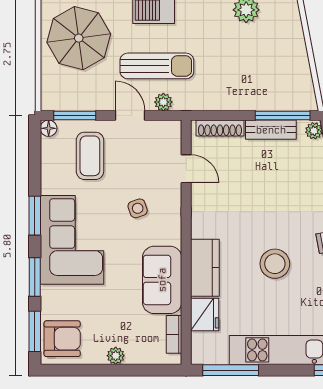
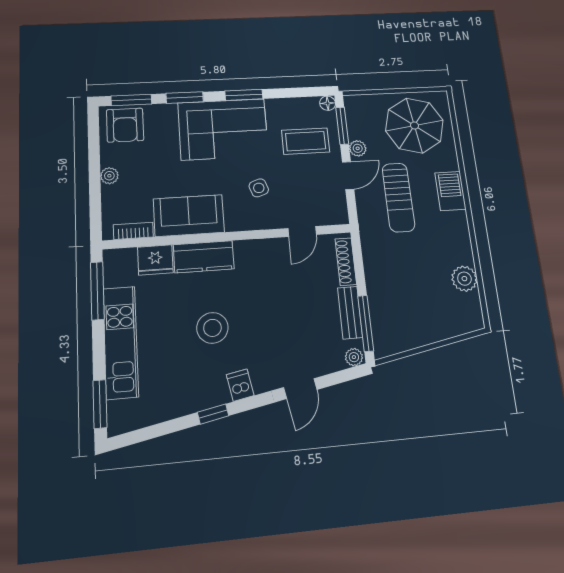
plant: (163, 102) -> (358, 148), moved

